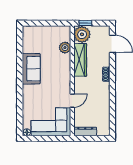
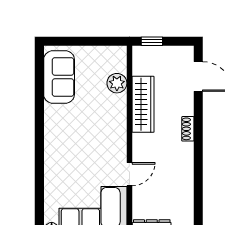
plant: (82, 34) -> (146, 61), removed
sofa: (31, 69) -> (59, 77), moved

